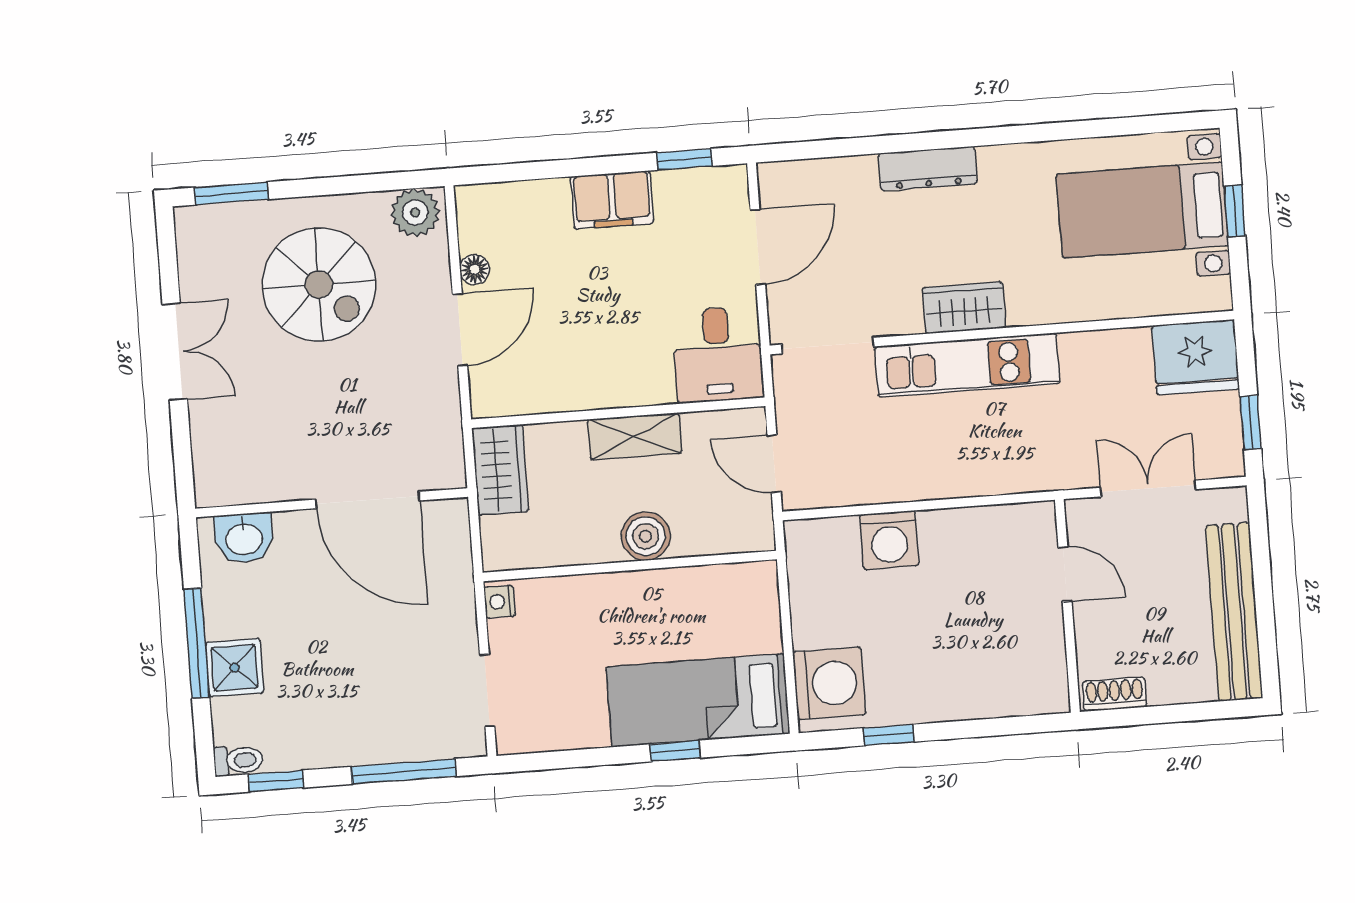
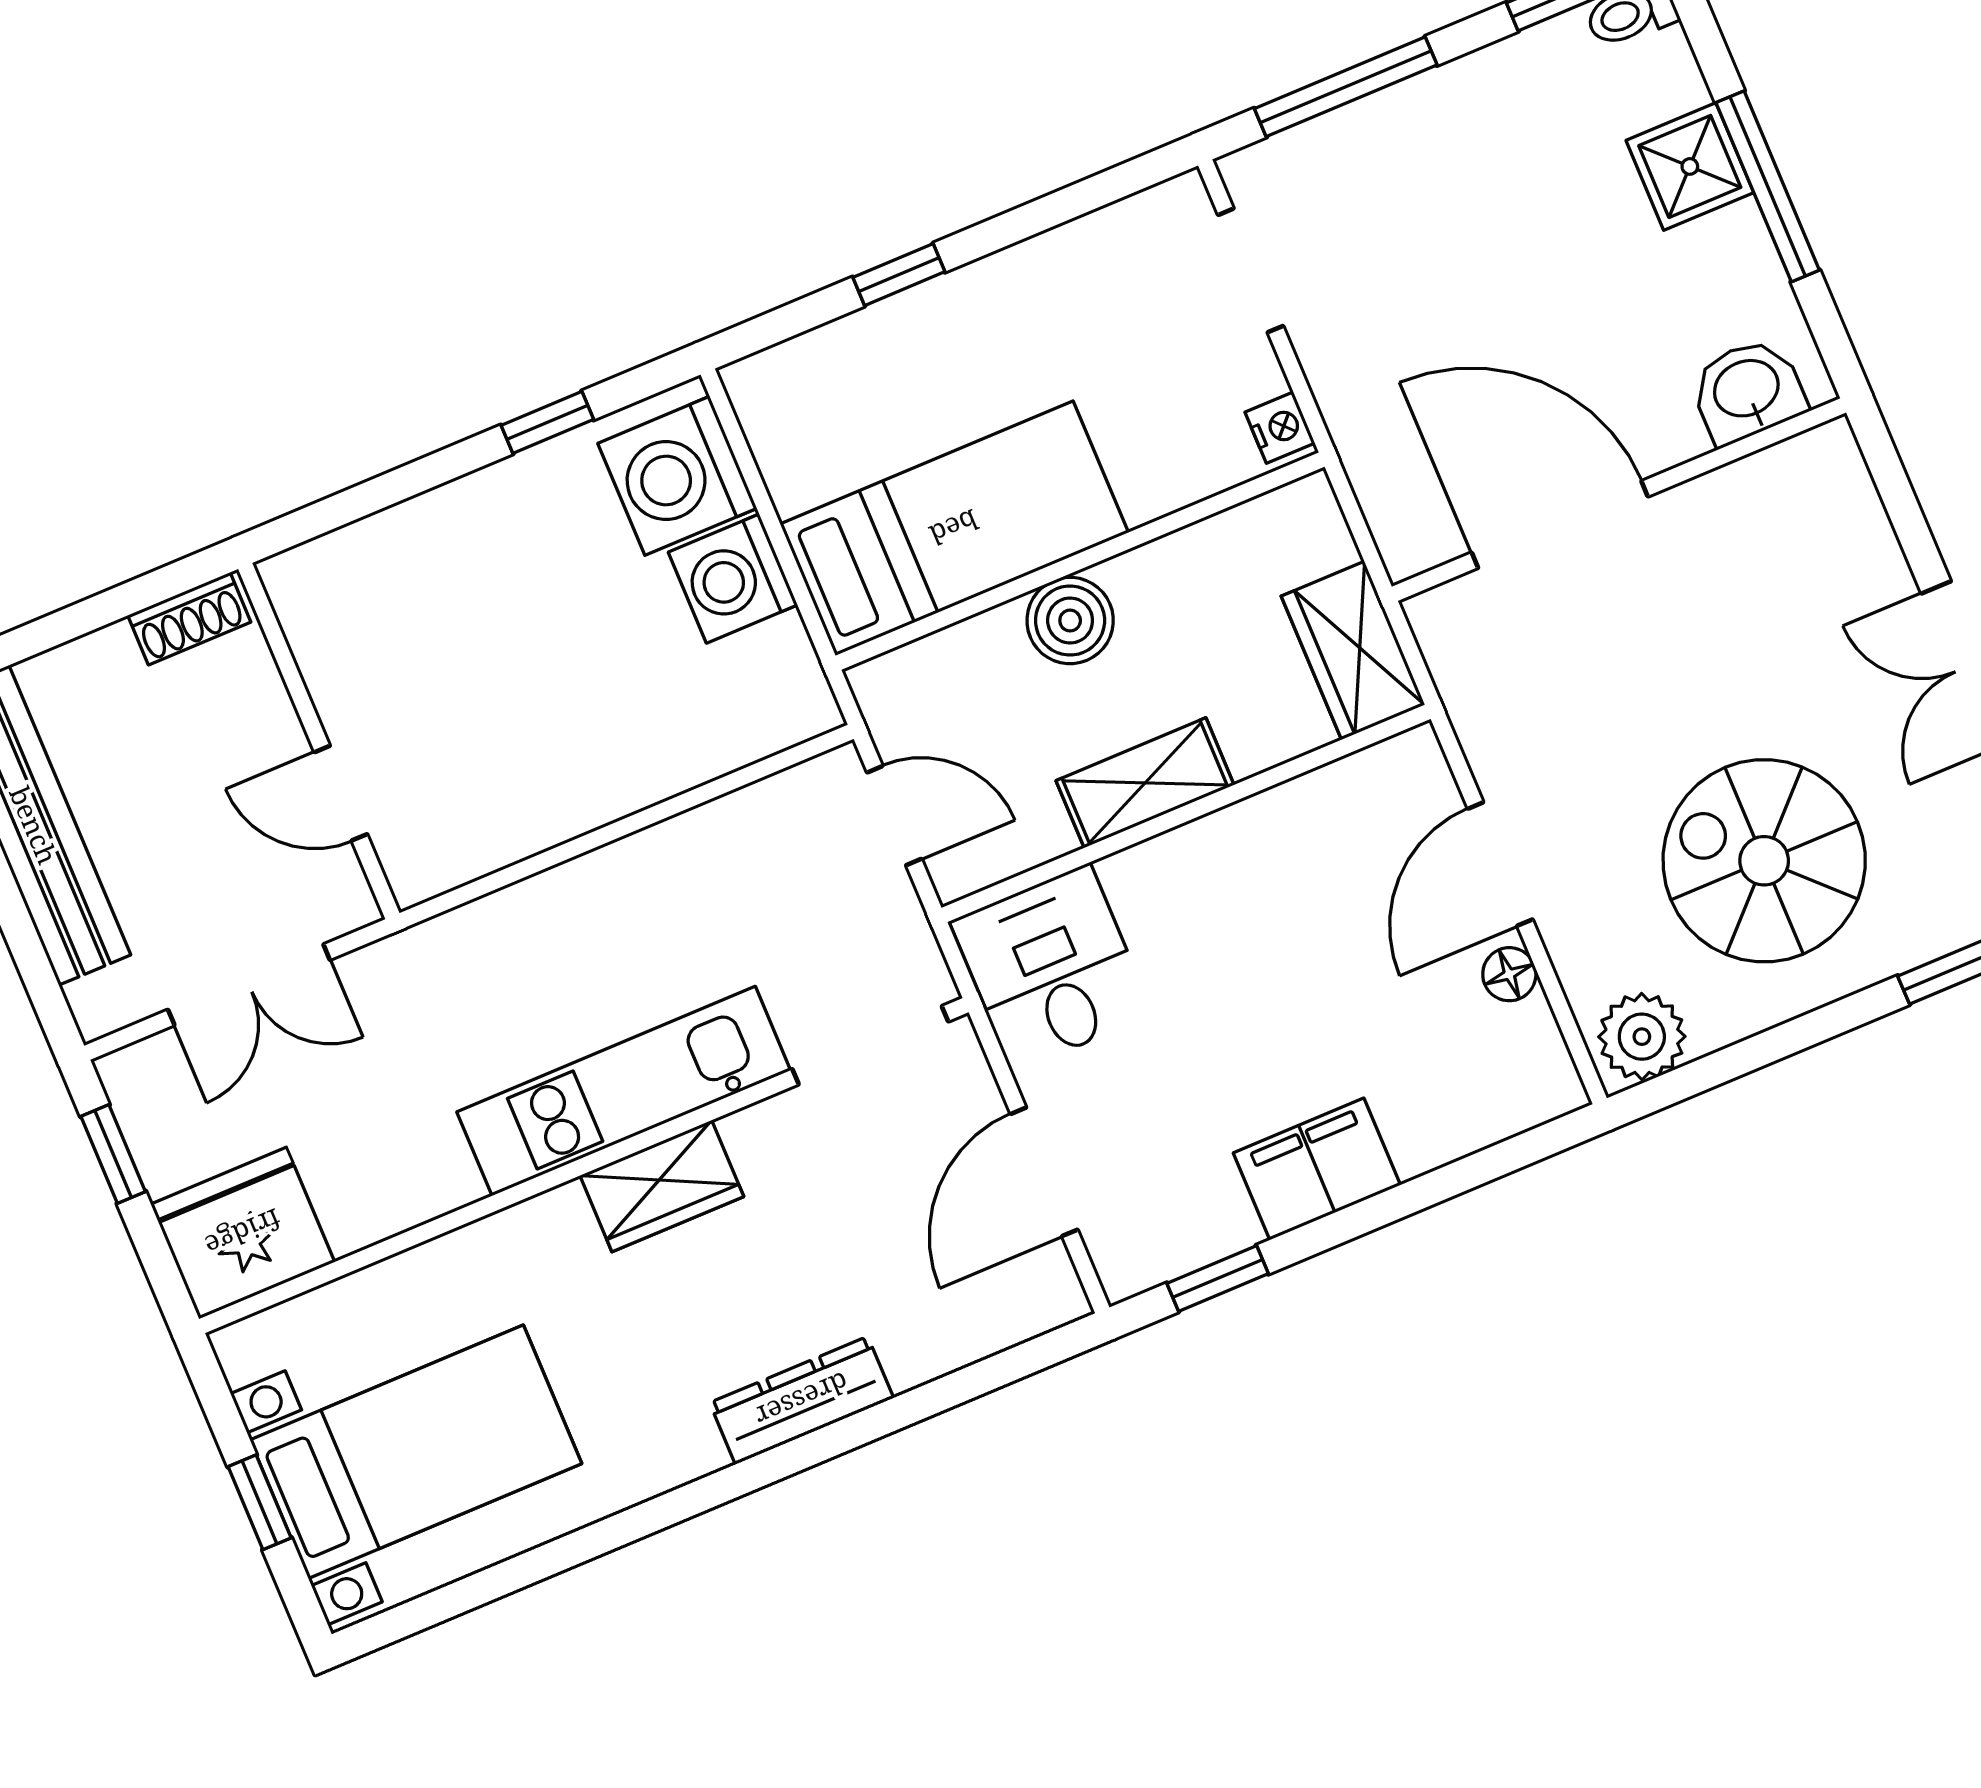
washing machine: (889, 540) -> (733, 579), moved, turned -90
bed: (698, 700) -> (954, 528), moved

